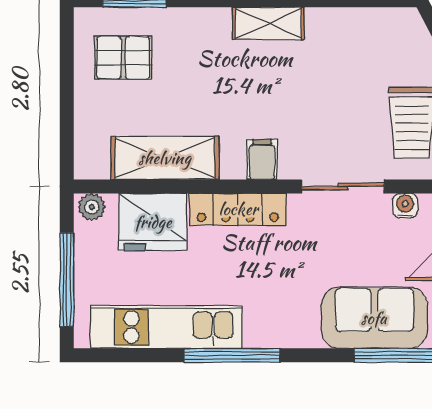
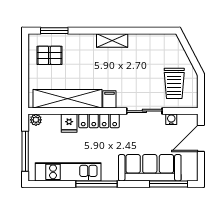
shelving: (165, 158) -> (68, 99), width x1.47
fridge: (153, 222) -> (69, 123), width x0.53, depth x0.75
sofa: (374, 318) -> (150, 168), width x1.36

